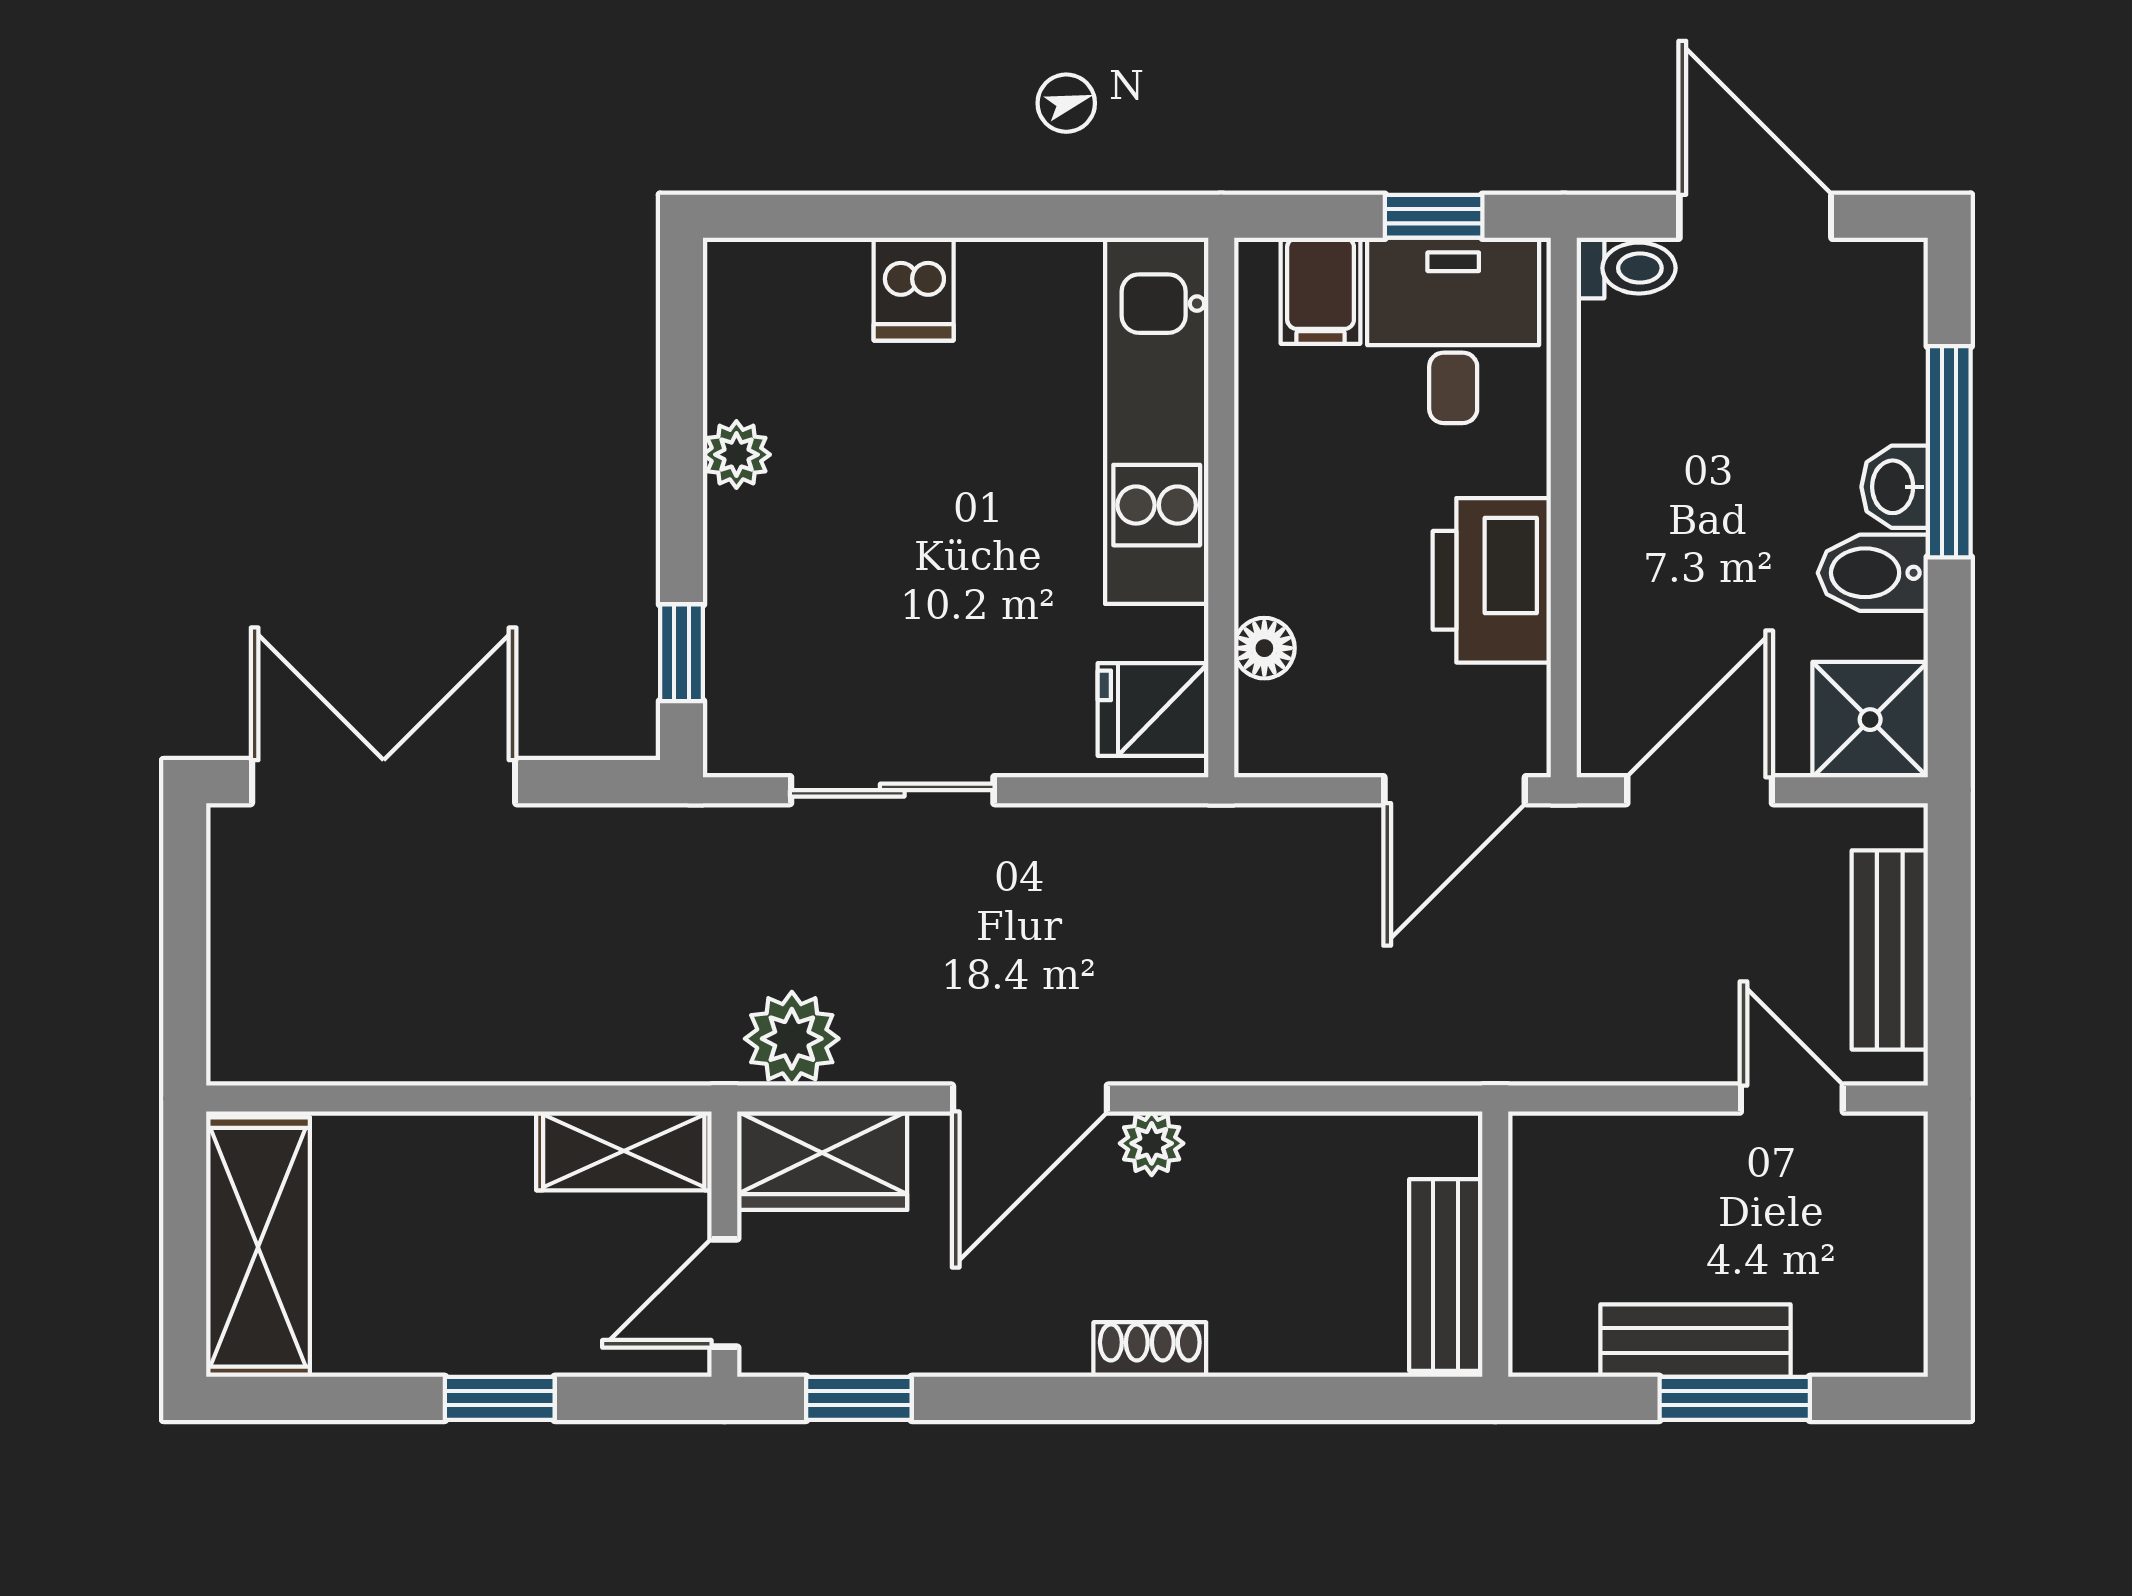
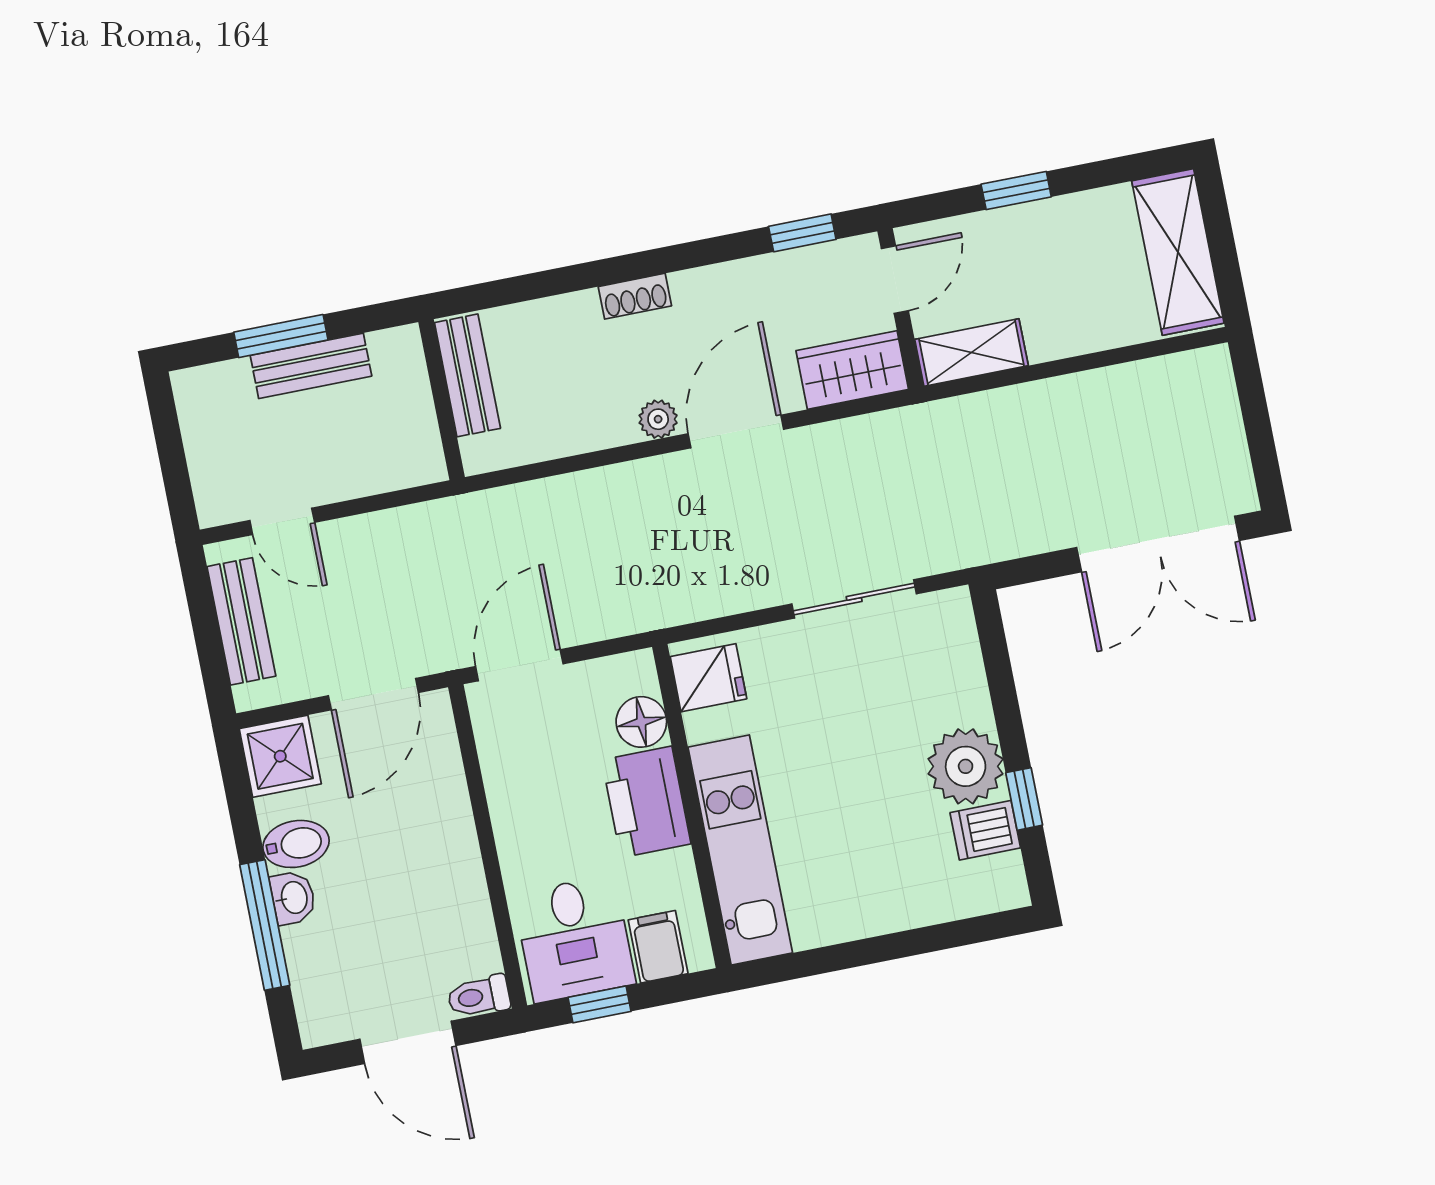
dishwasher: (914, 289) -> (985, 830), moved, turned -90
plant: (736, 455) -> (966, 766), width x1.88, depth x1.88
printer: (1492, 580) -> (646, 802), moved, turned 180
floor lamp: (1264, 648) -> (641, 722), width x1.37, depth x1.37
window: (682, 653) -> (1024, 799), moved
plant: (792, 1039) -> (885, 439), removed

